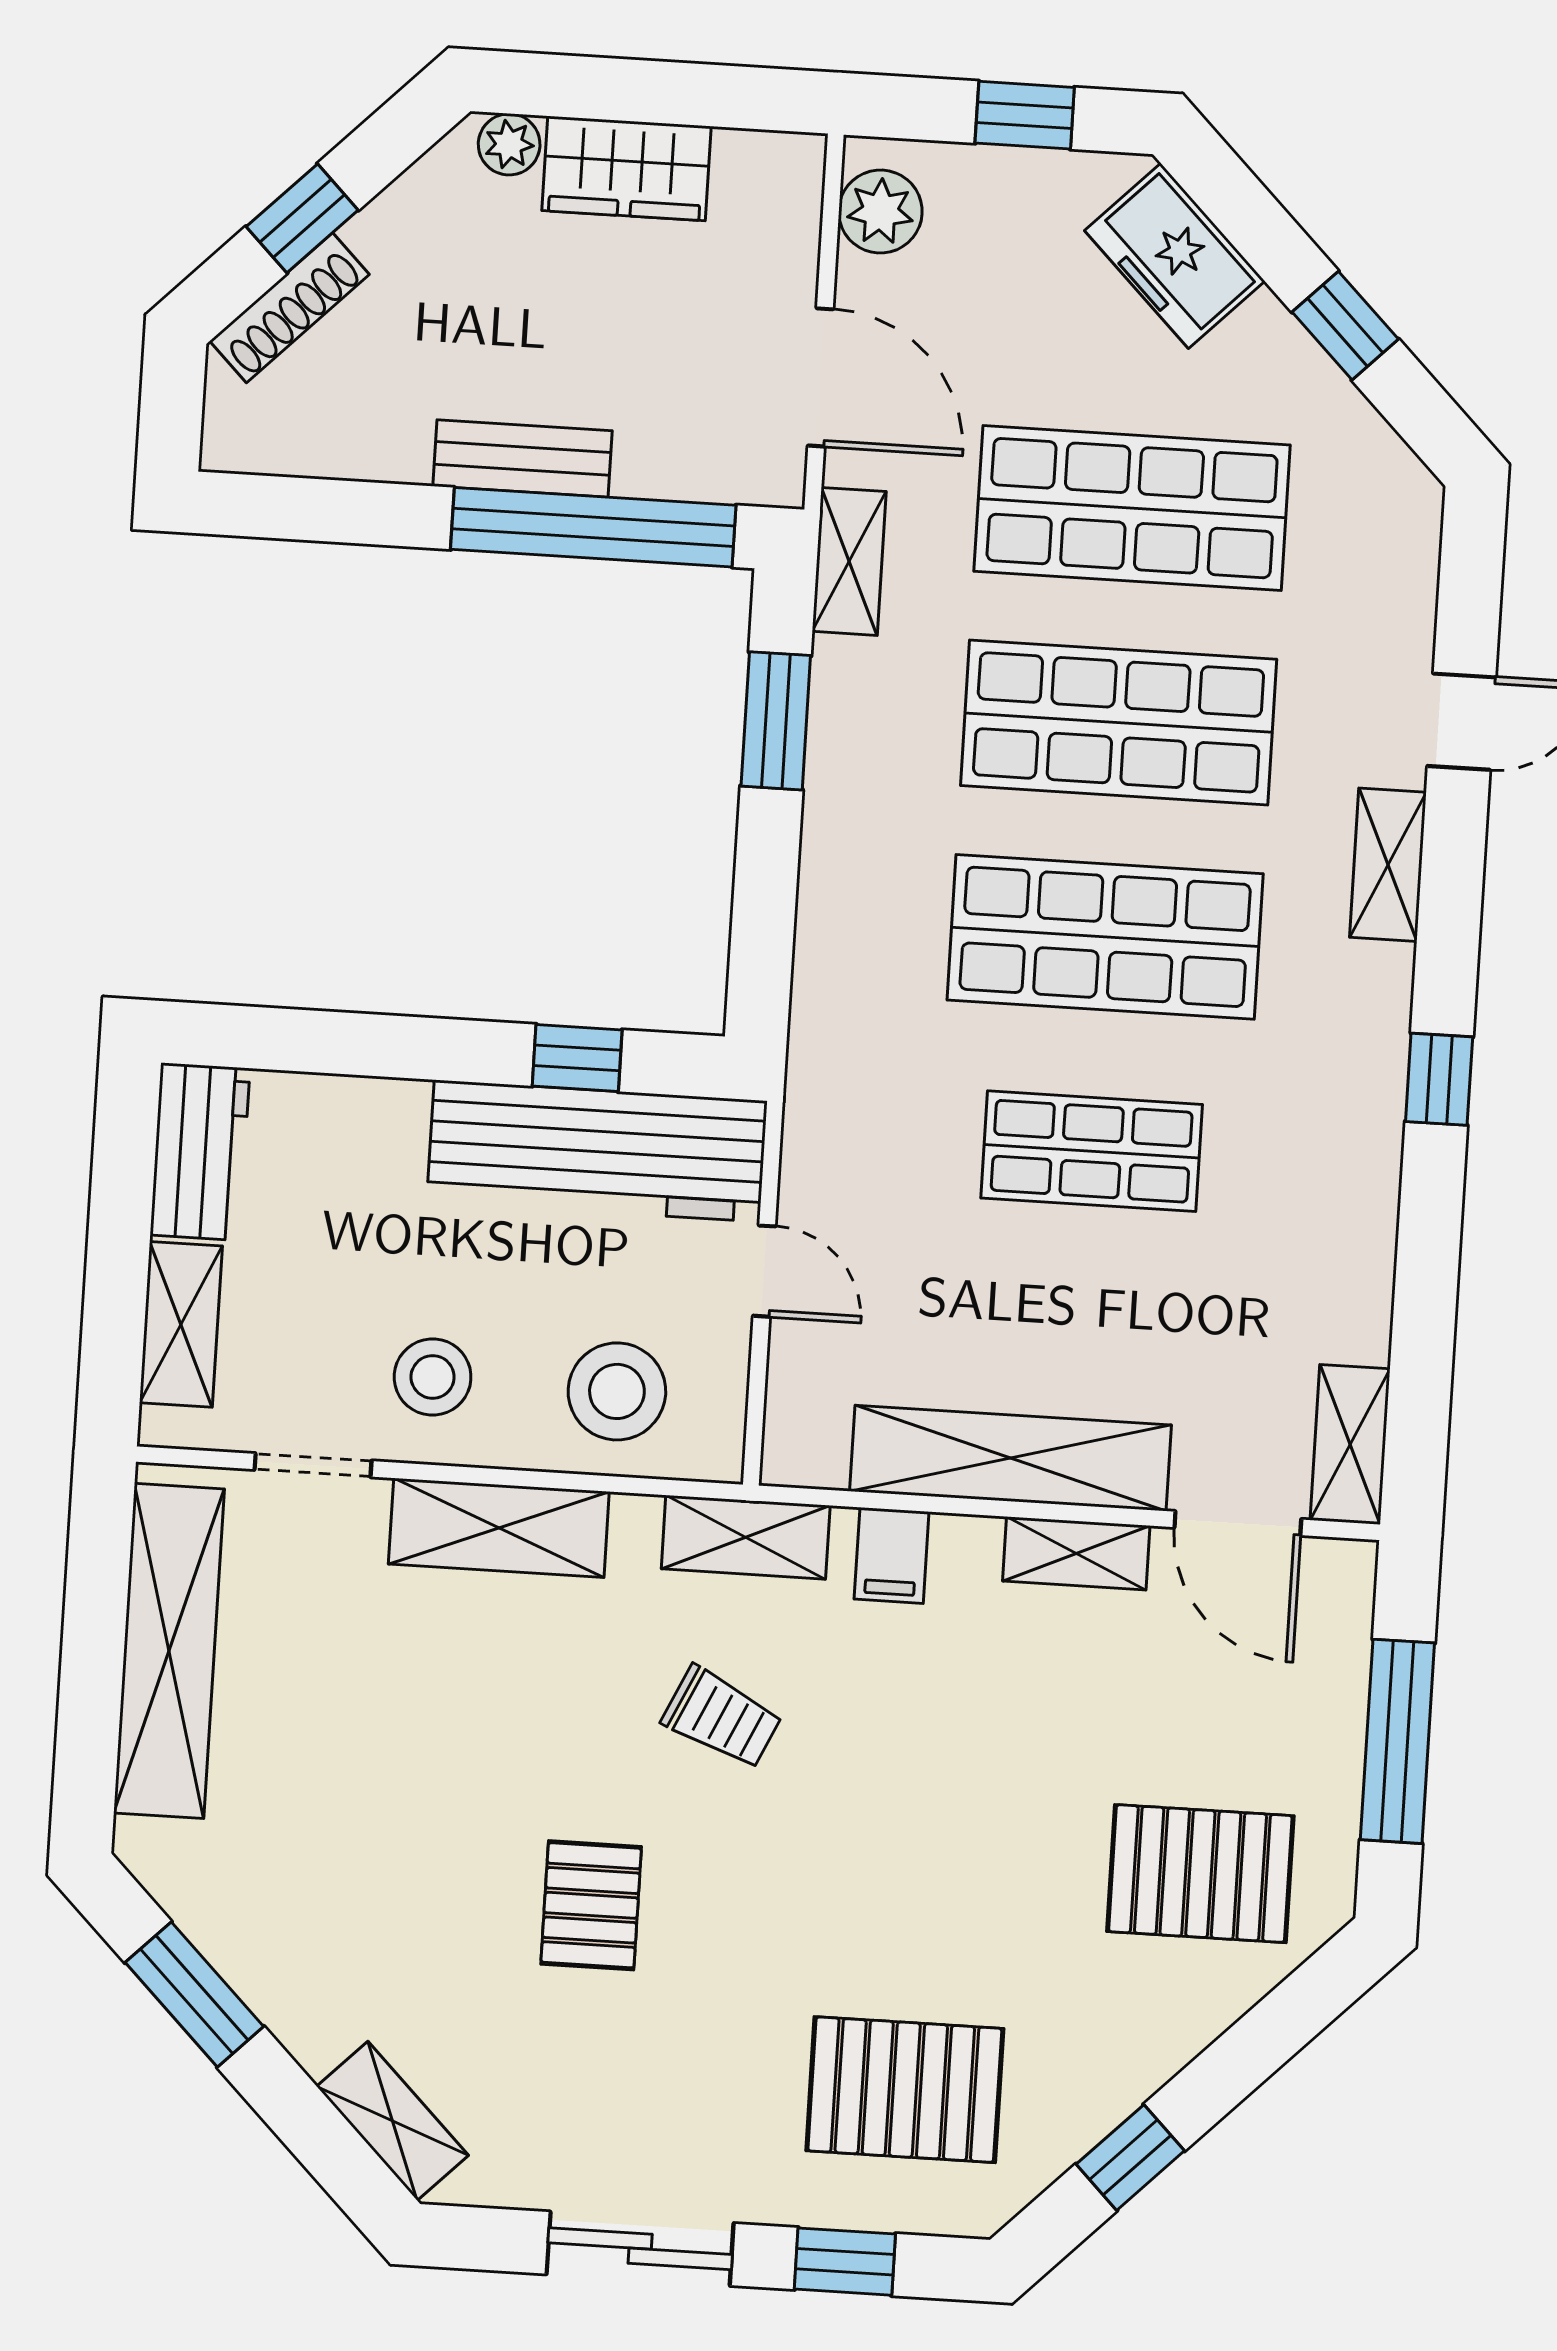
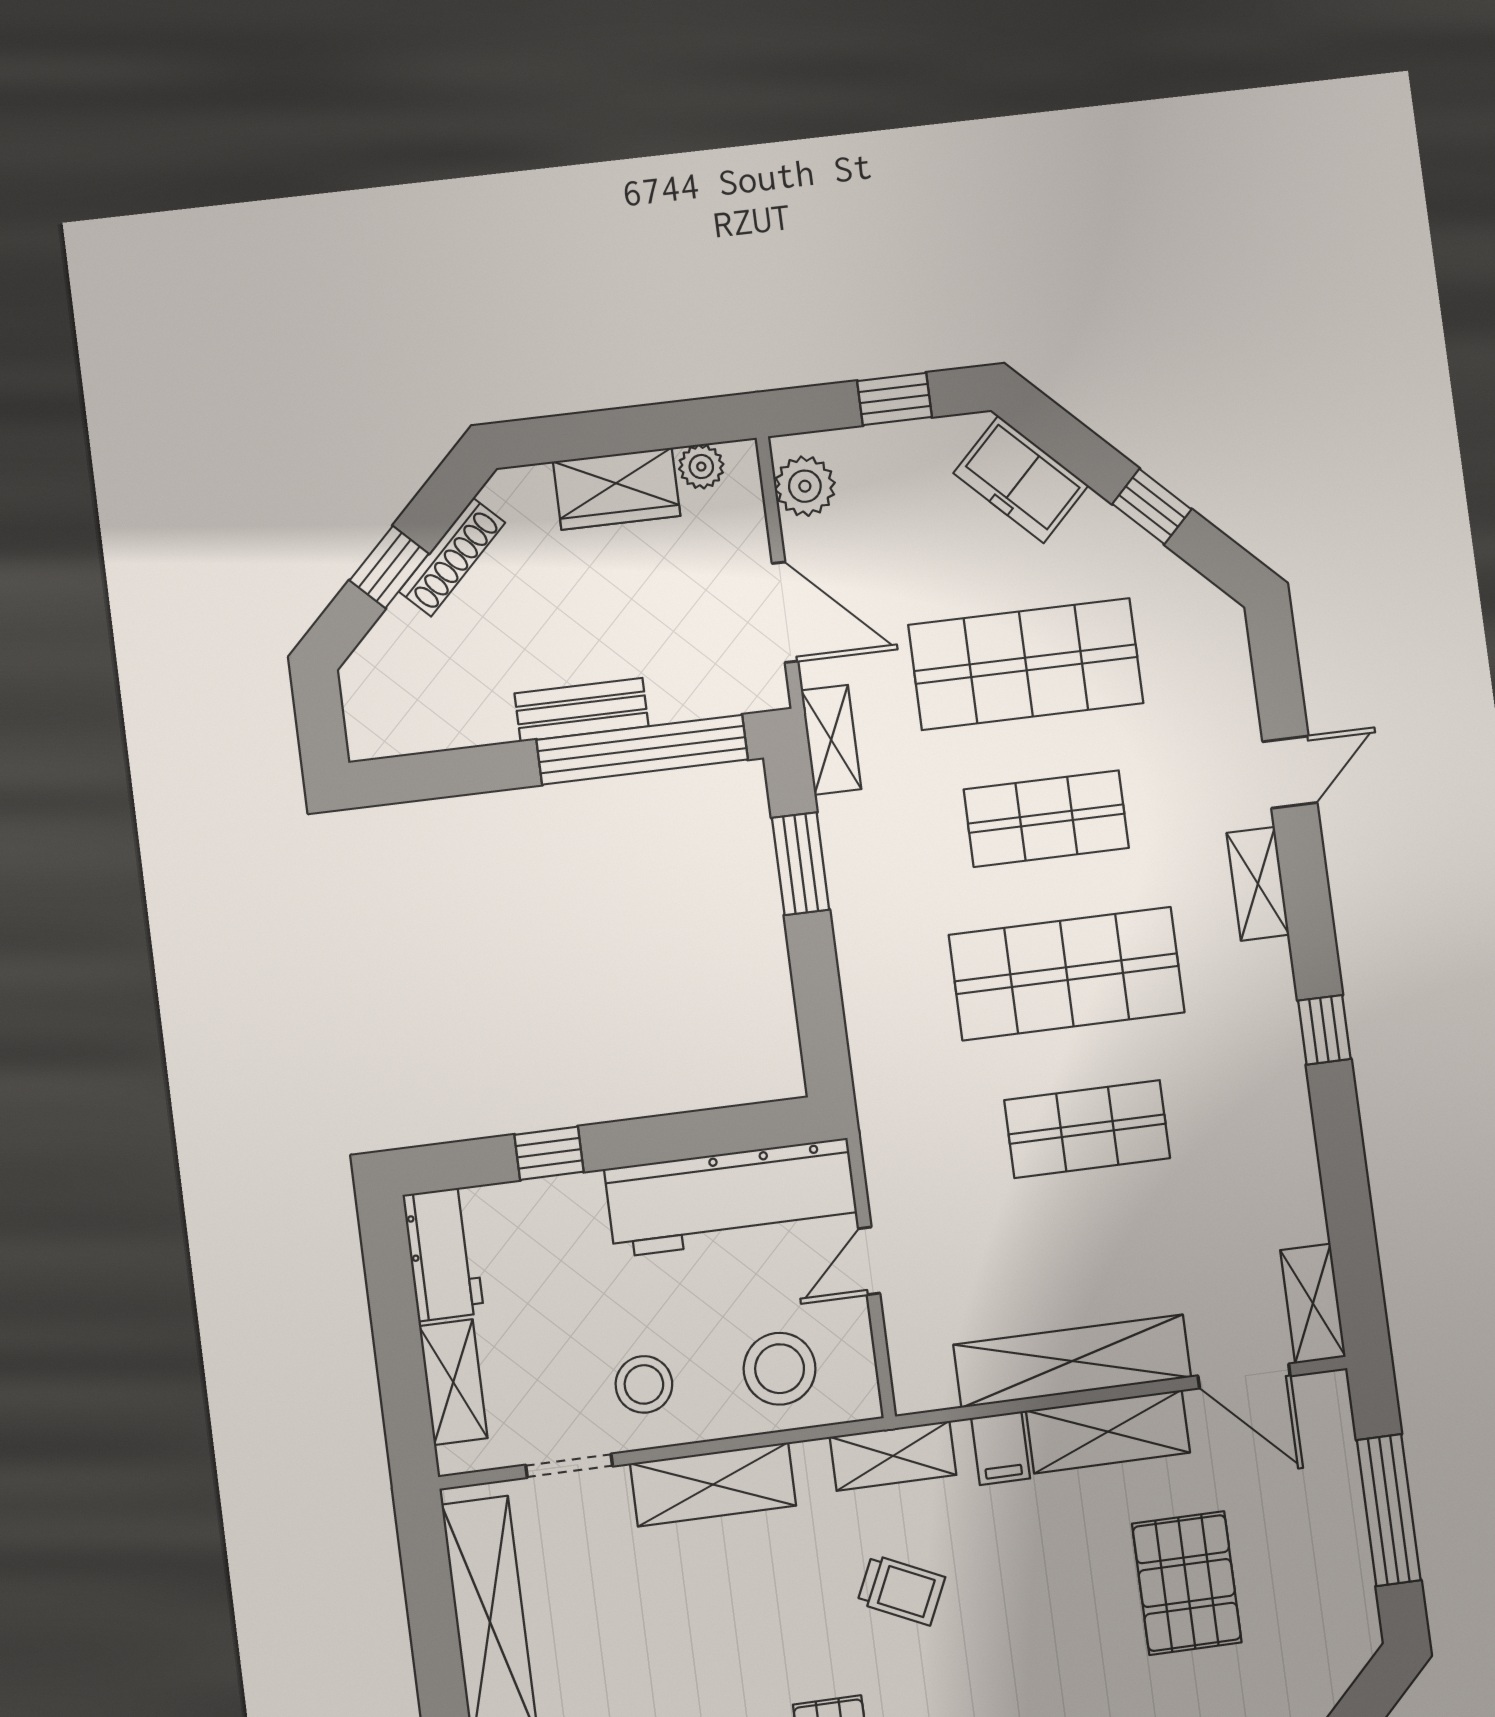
plant: (509, 144) -> (701, 467), moved
shoe rack: (289, 308) -> (452, 557), moved
shop shelf: (1119, 722) -> (1046, 819), width x0.70, depth x0.74
window: (577, 1058) -> (549, 1153), moved
door: (764, 1271) -> (869, 1261), swing flipped
shelving: (1076, 1553) -> (1108, 1432), width x1.50, depth x1.33
pallet: (1200, 1874) -> (1187, 1583), moved, turned 90

